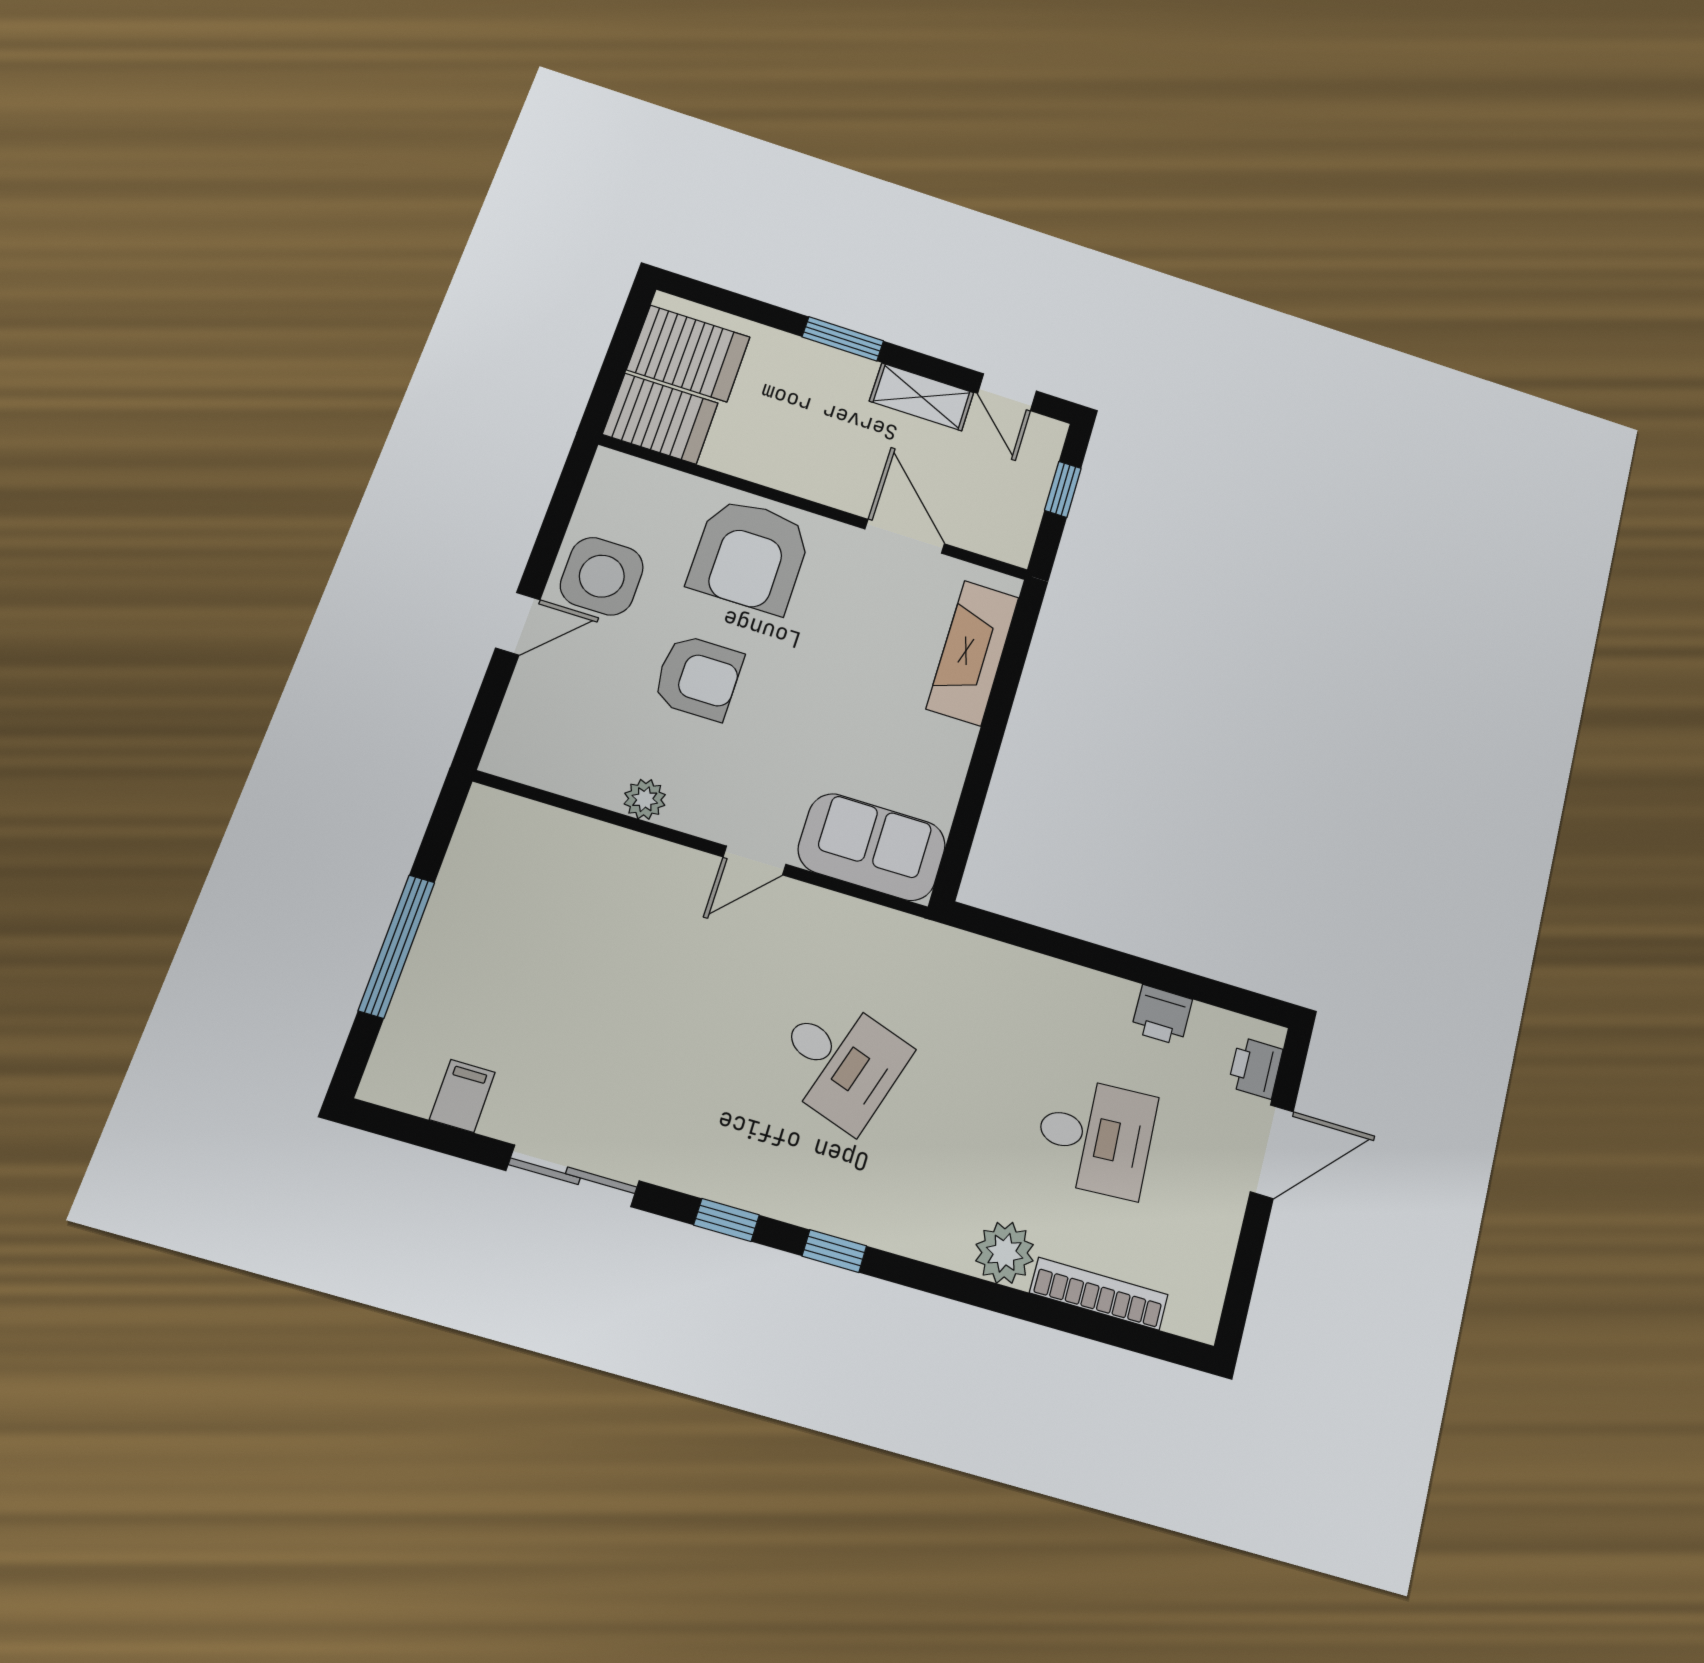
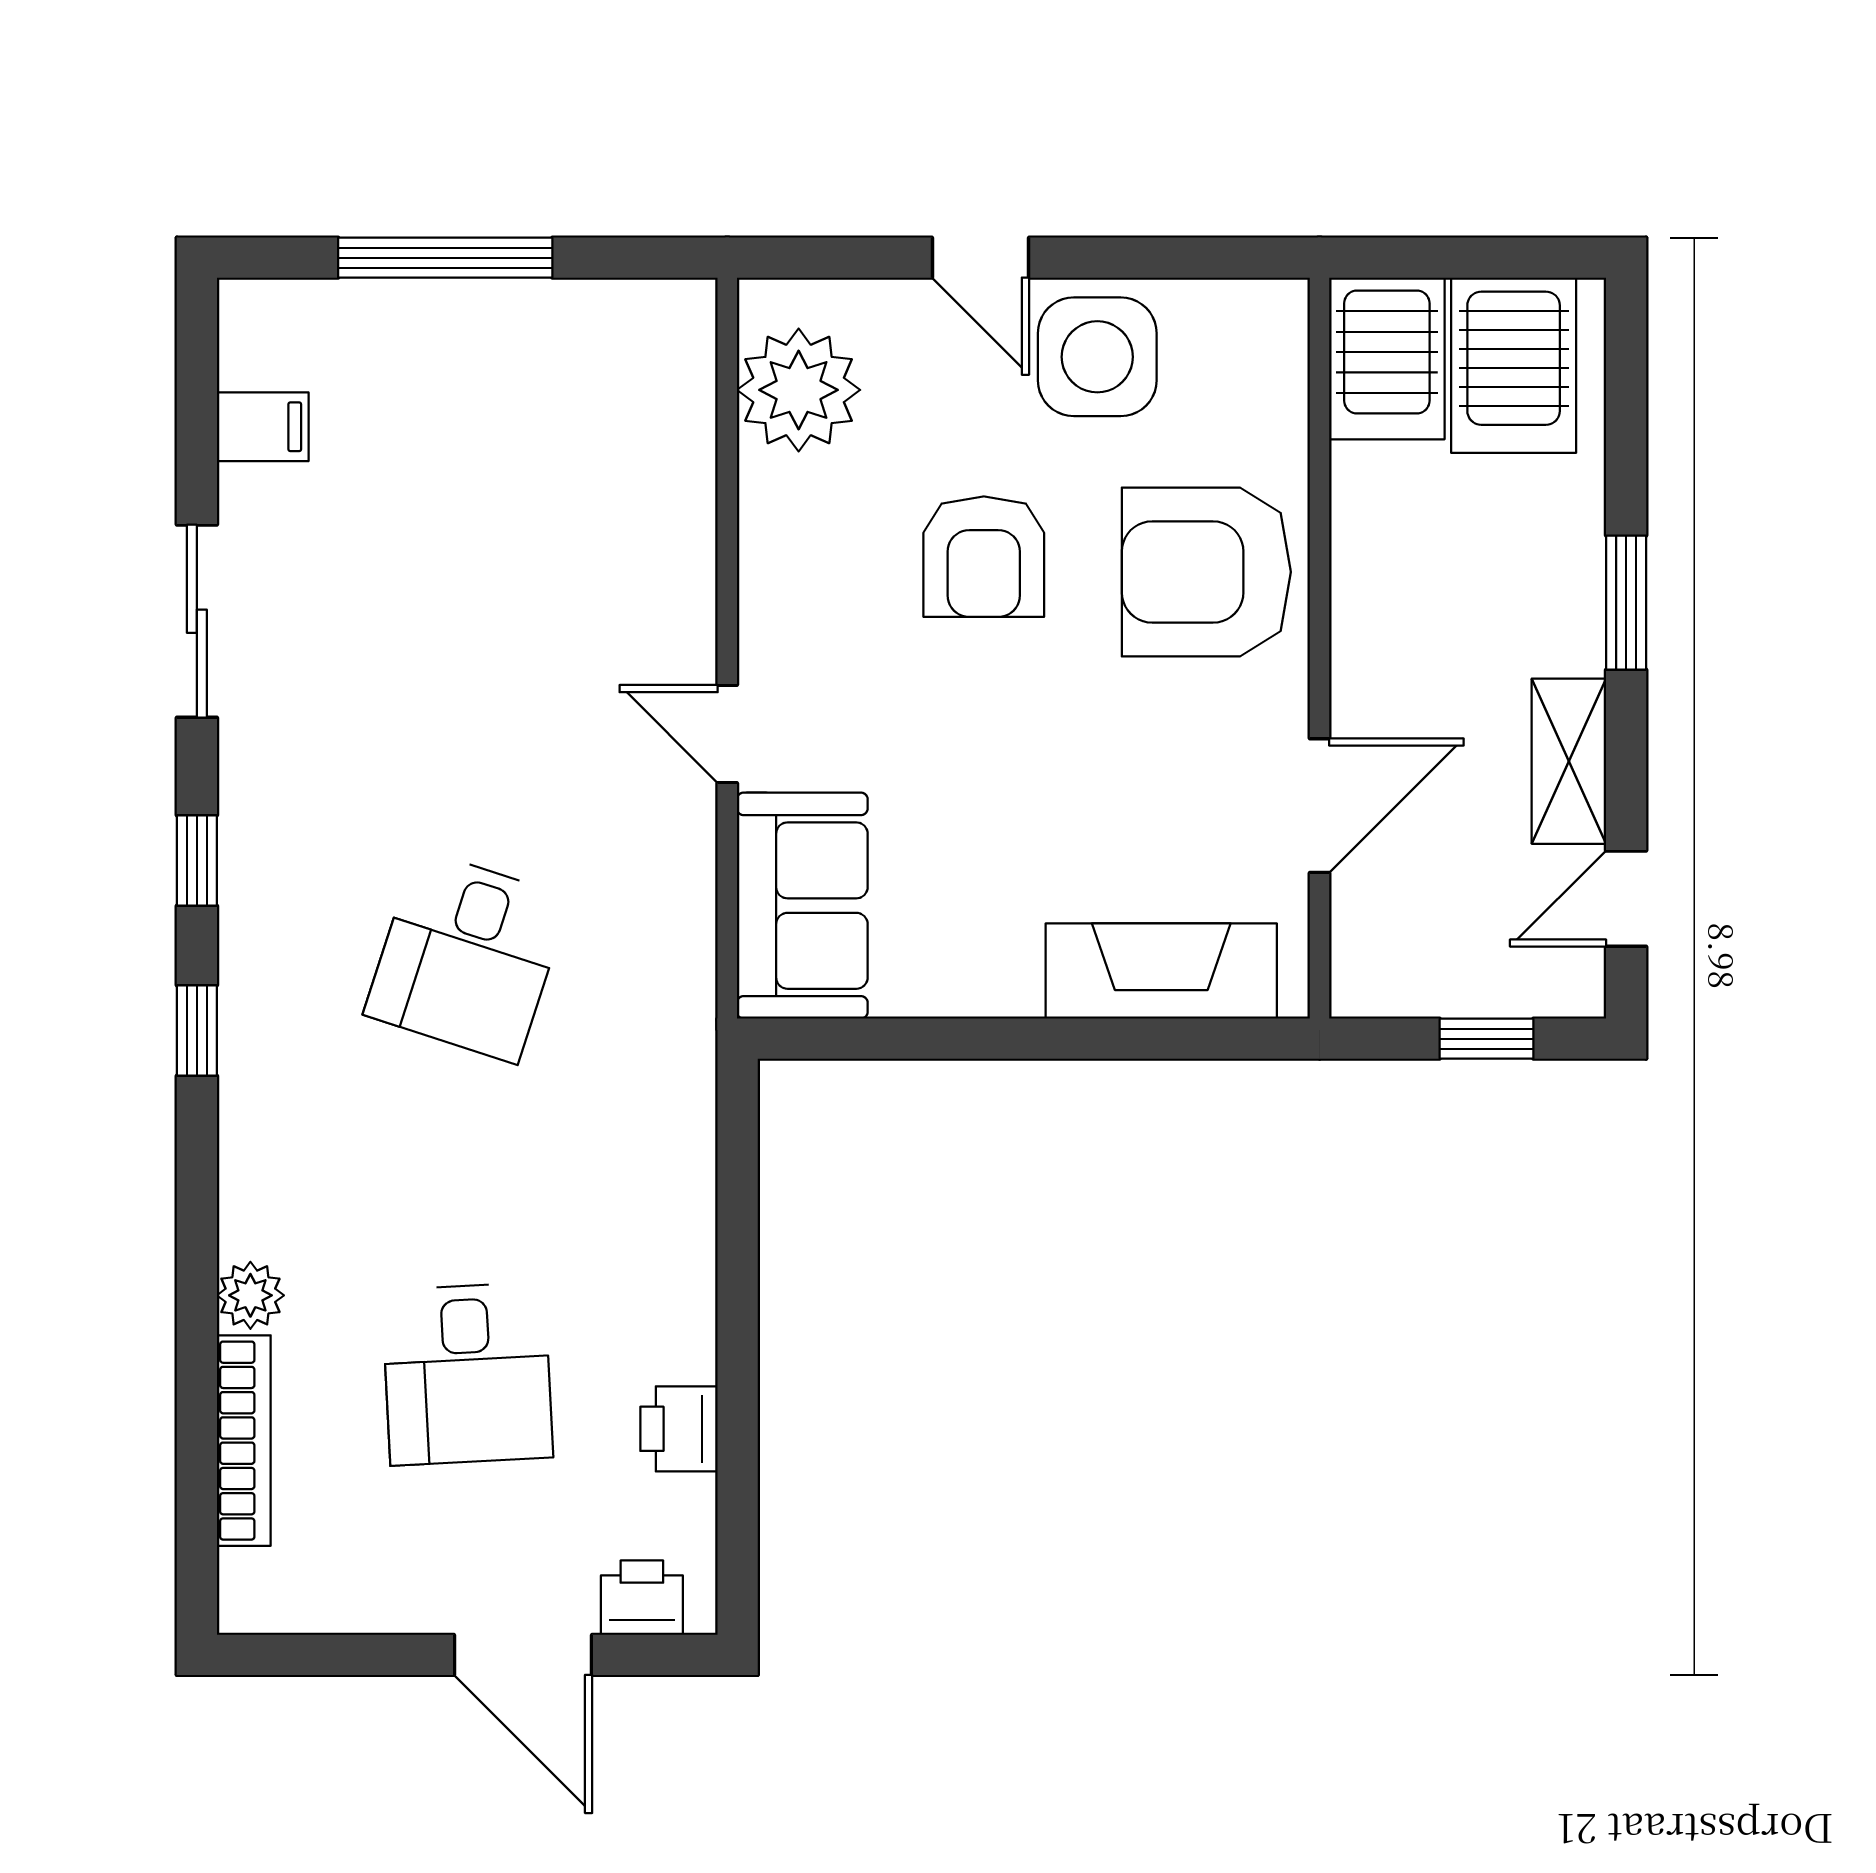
plant: (645, 799) -> (799, 390), moved, width x1.88, depth x1.88
plant: (1005, 1253) -> (250, 1295), width x0.73, depth x0.73

